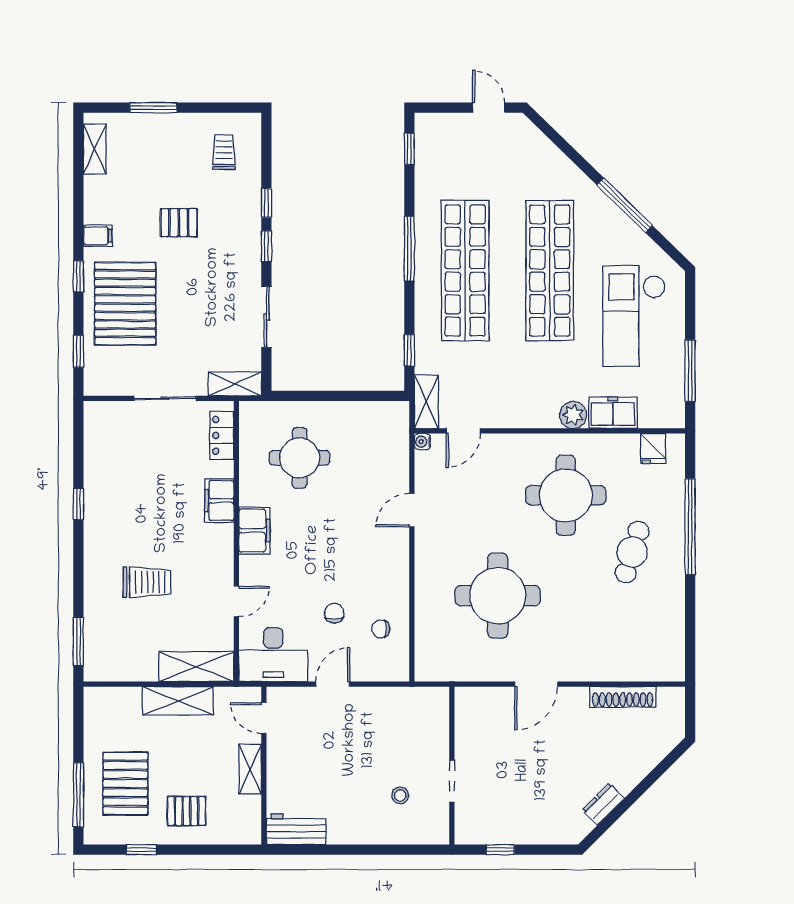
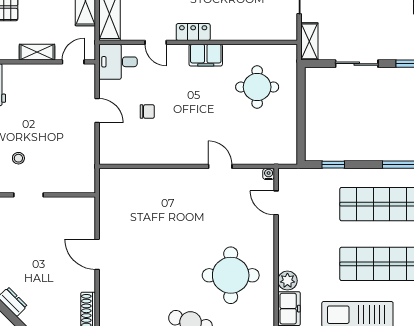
shelving: (426, 402) -> (297, 177), removed
locker: (222, 435) -> (193, 32), moved
filing cabinet: (219, 501) -> (227, 30), removed
round table: (498, 596) -> (160, 227), removed
chair: (381, 629) -> (136, 145), removed
desk: (273, 655) -> (118, 62), width x0.73

